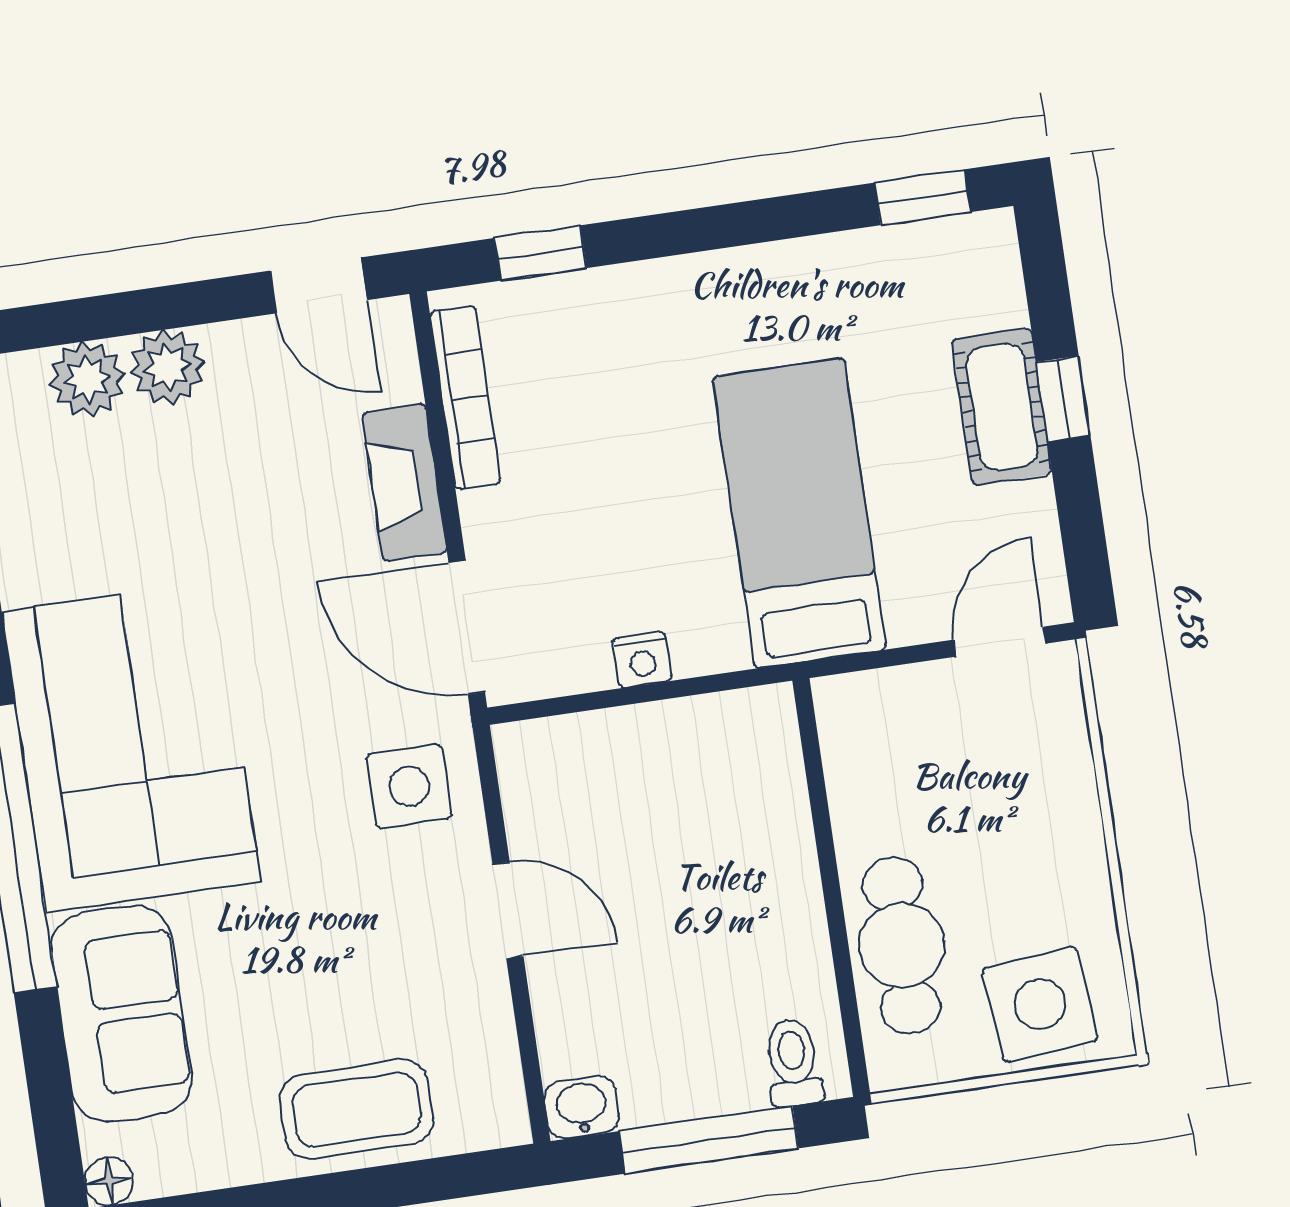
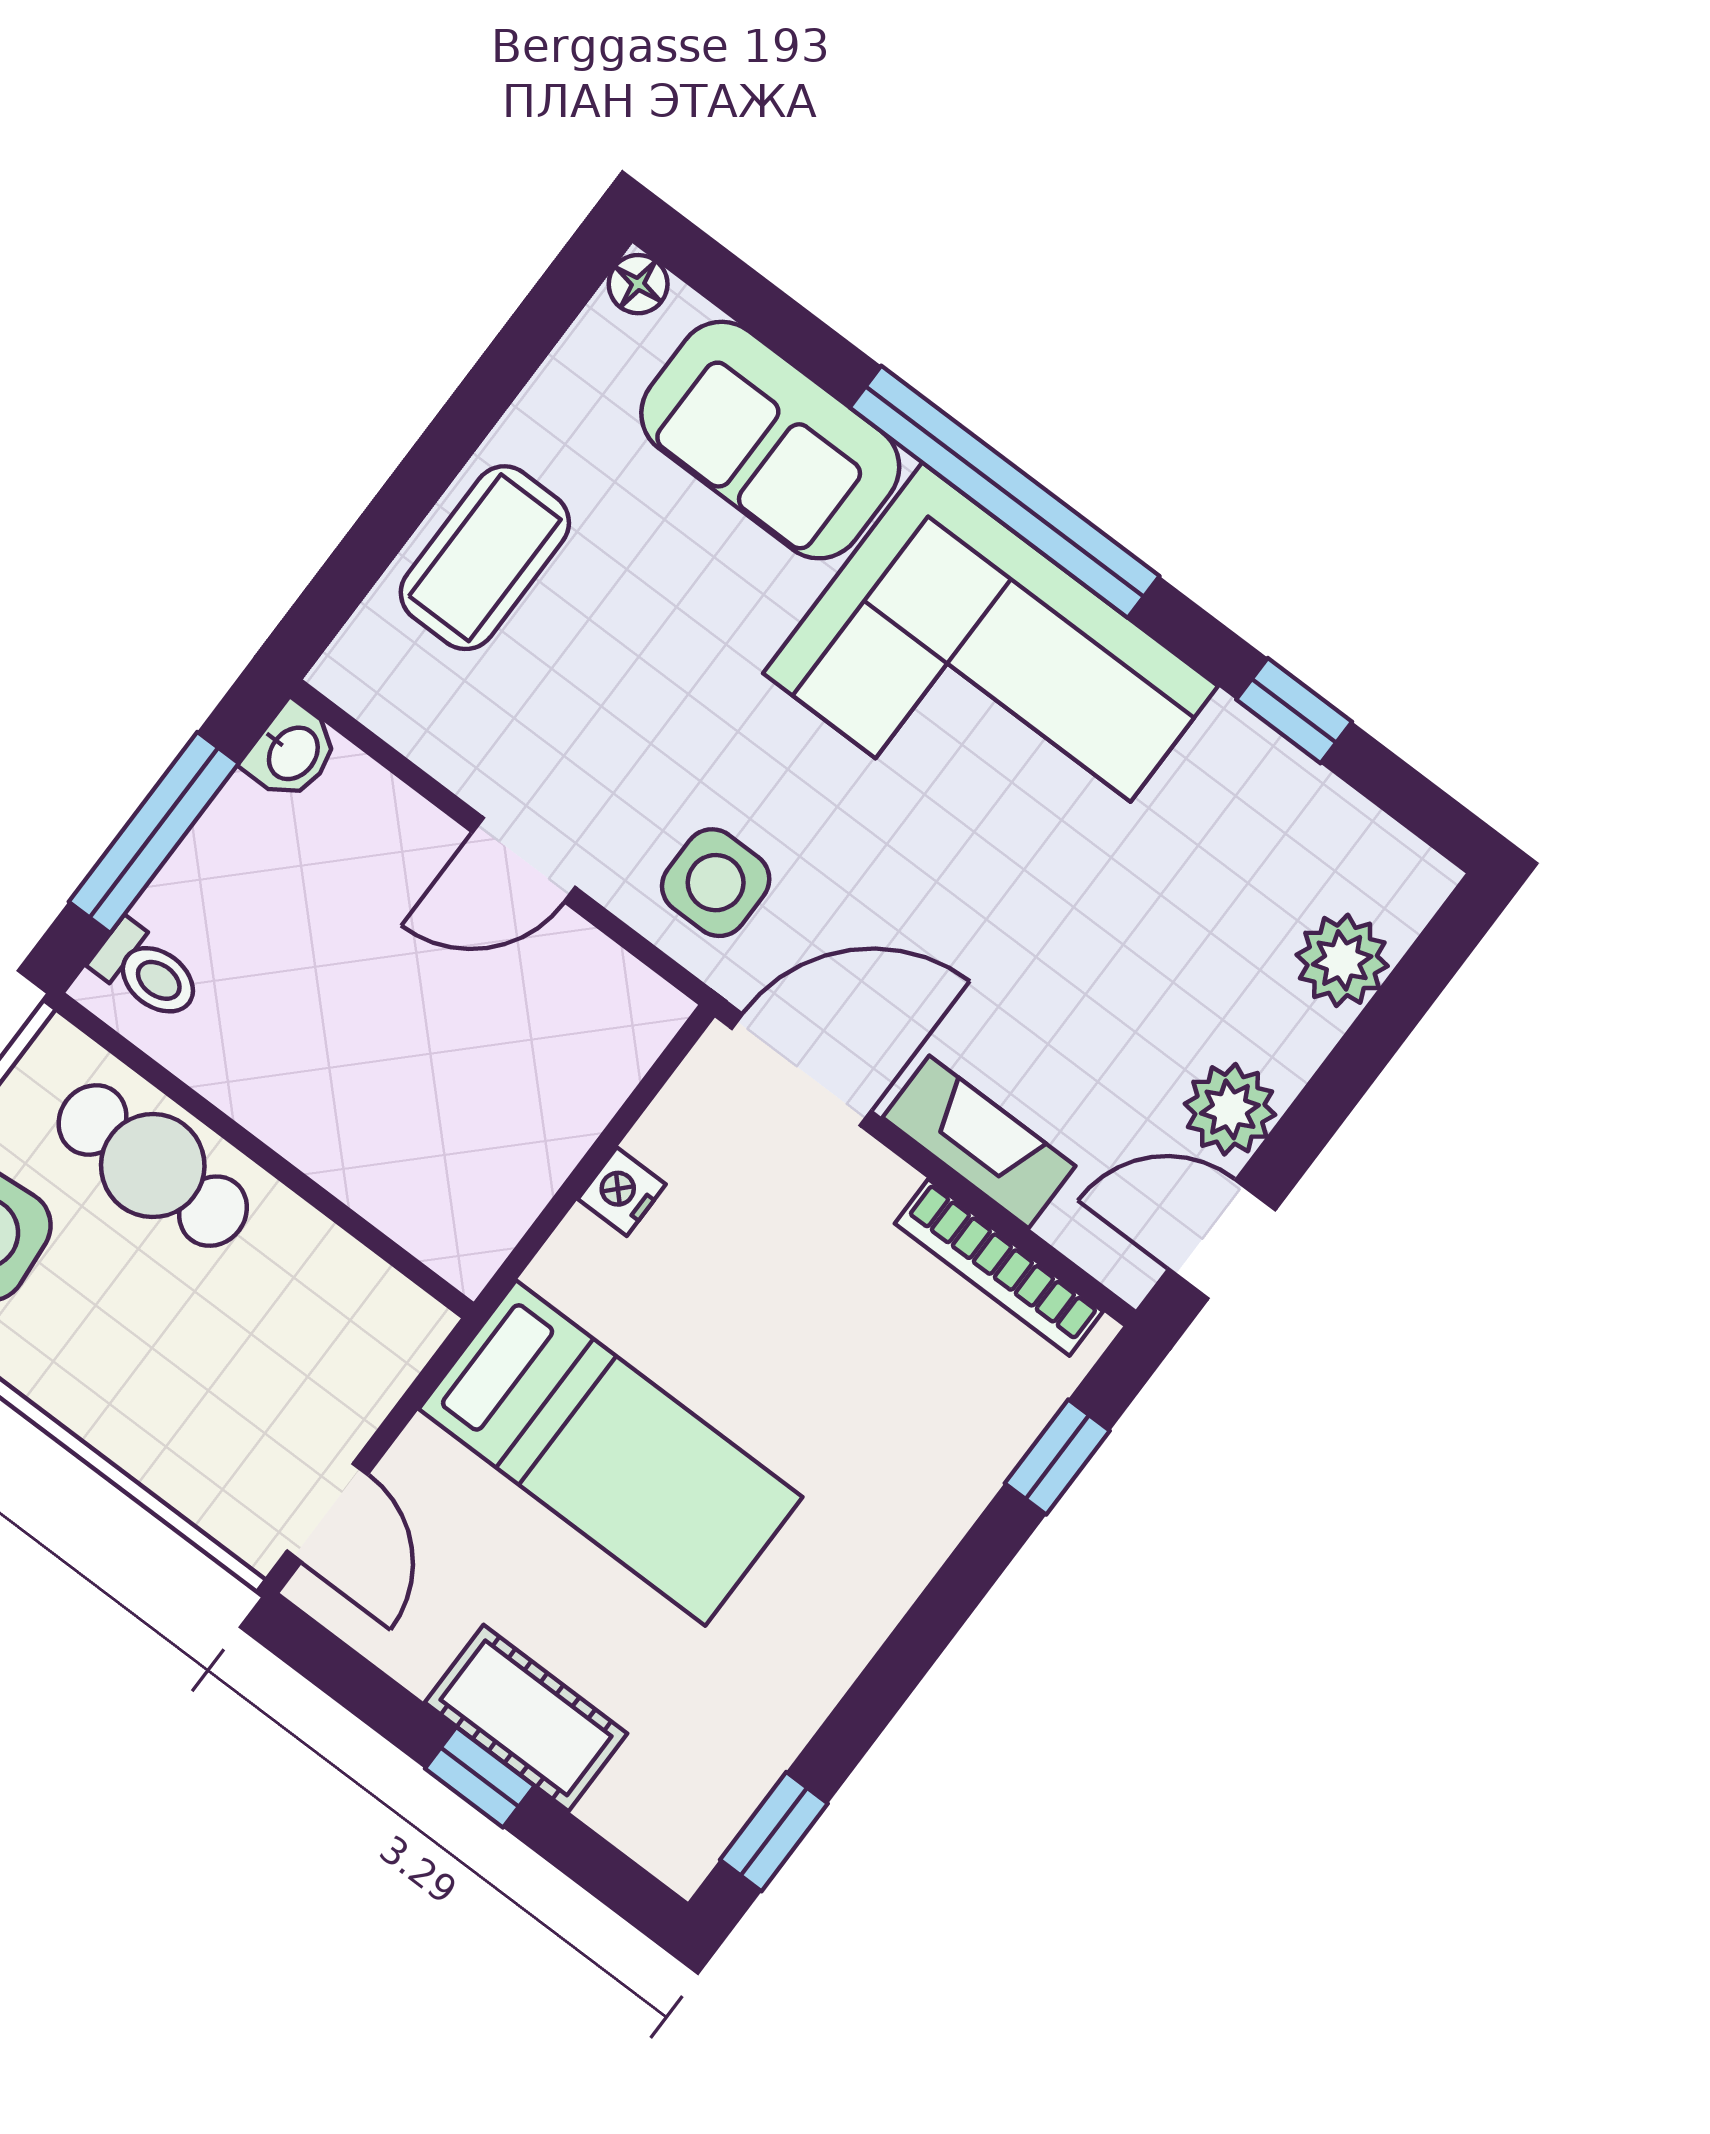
plant: (168, 367) -> (1230, 1109), moved

